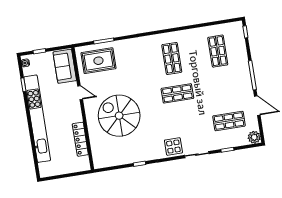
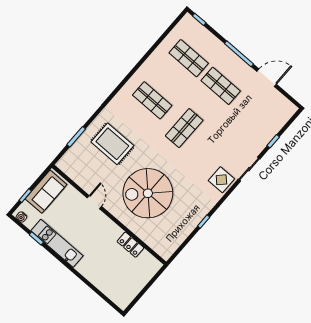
rug: (98, 61) -> (112, 144), moved, turned 90
sofa: (65, 66) -> (46, 192), moved, turned -90
door: (80, 93) -> (94, 202), hinge flipped
kitchen unit: (37, 119) -> (57, 243), width x0.54
shop shelf: (229, 121) -> (221, 86), moved, turned 90
plant: (254, 137) -> (288, 109), removed
locker: (80, 139) -> (130, 245), width x0.66

